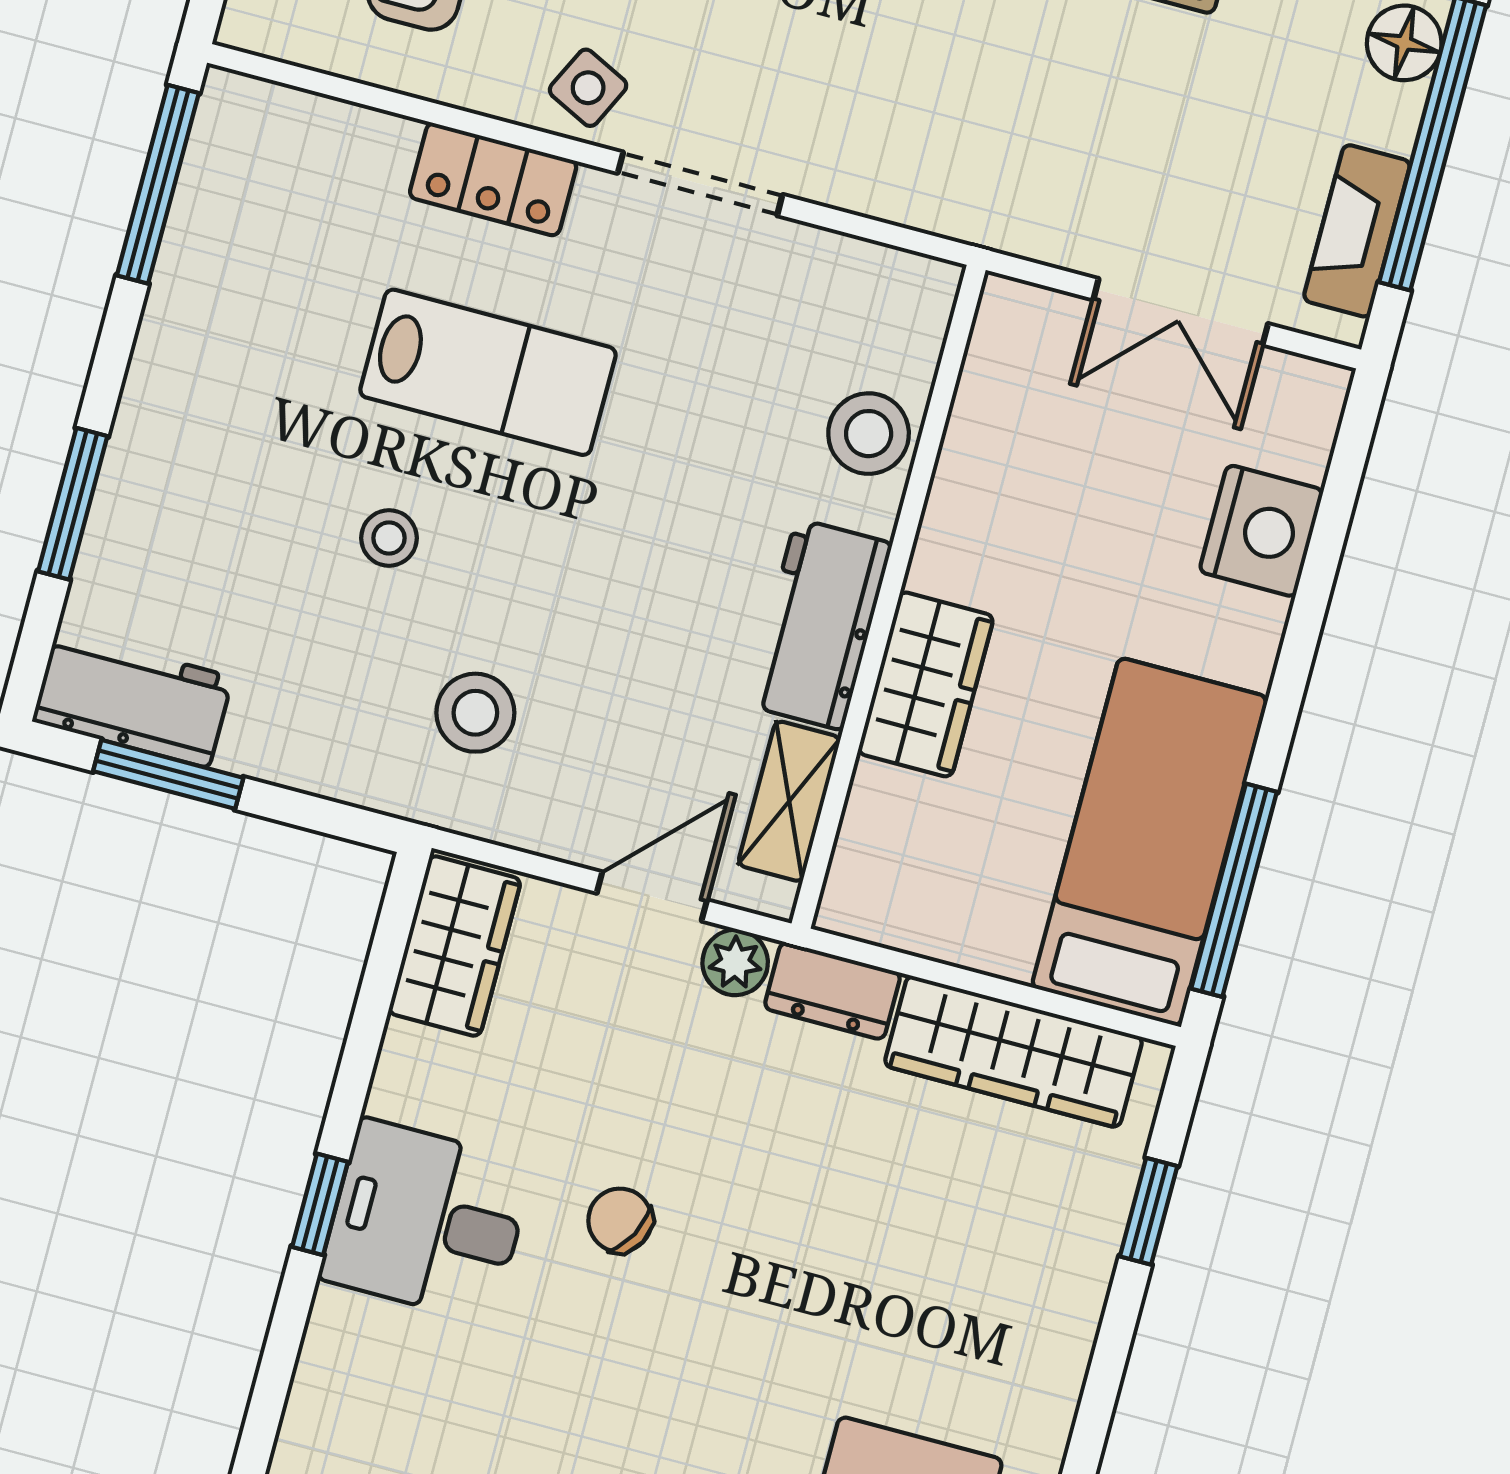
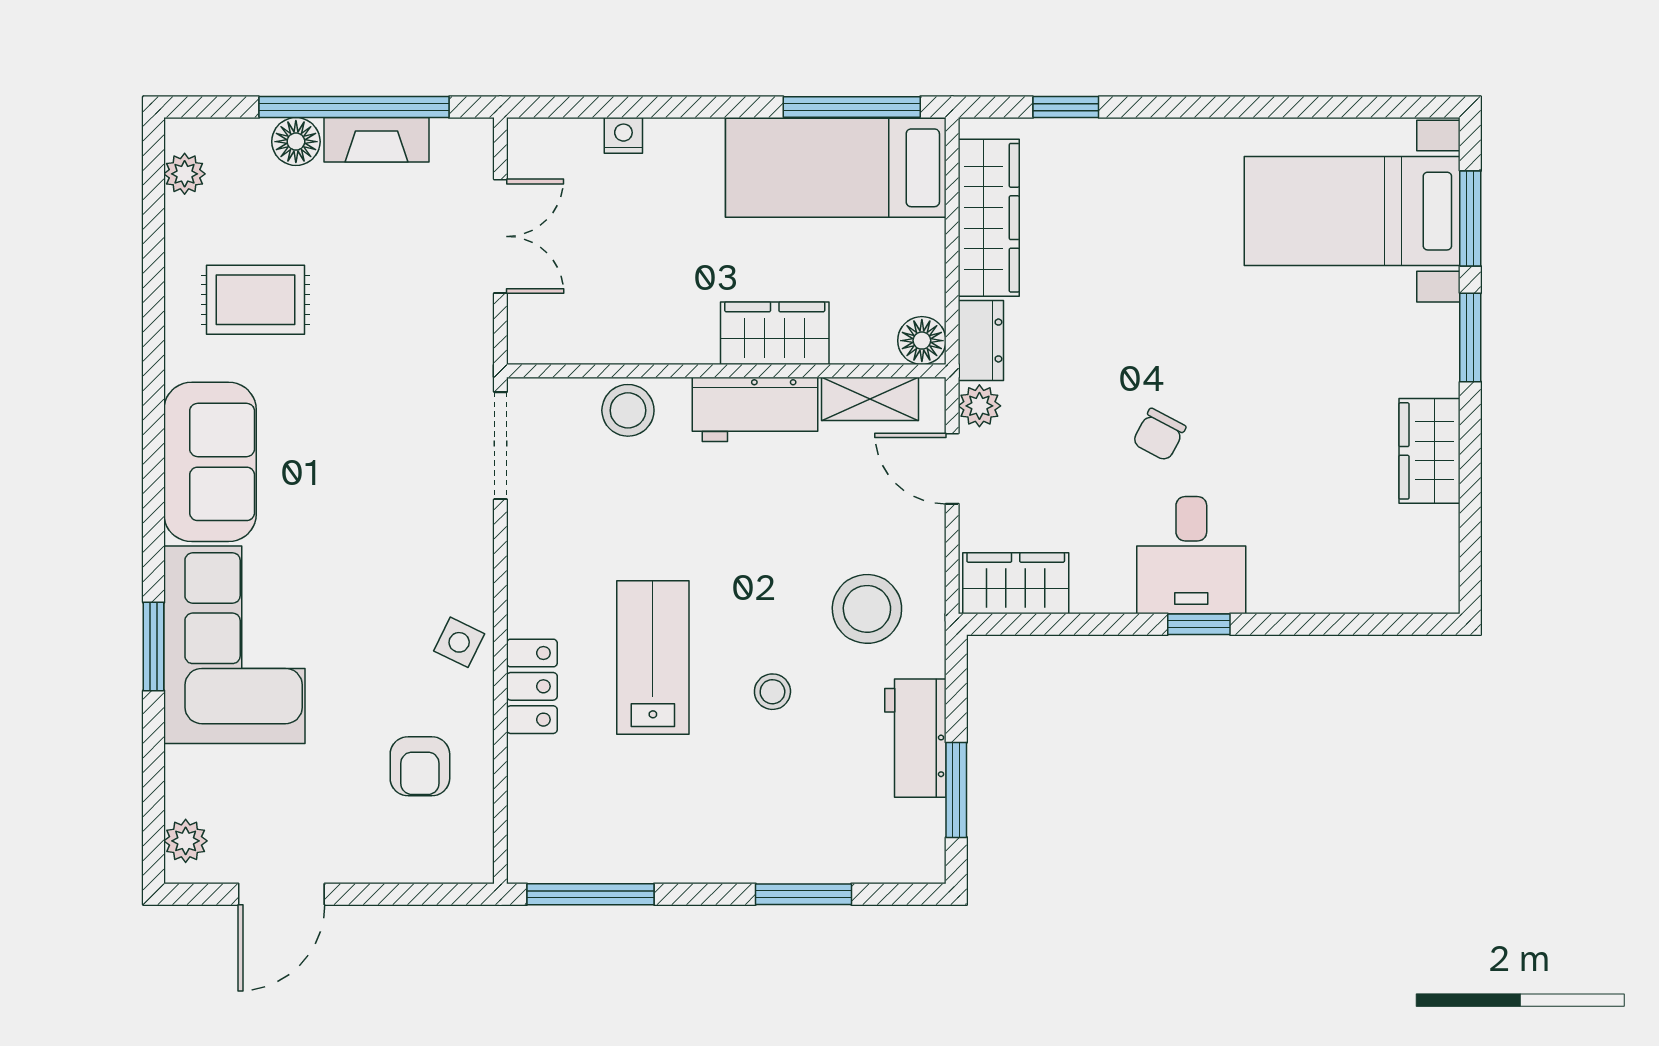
doorway: (700, 184) -> (500, 446), moved
fireplace: (1357, 231) -> (377, 140), moved
nightstand: (1261, 531) -> (623, 135), width x0.53, depth x0.56
workbench: (132, 699) -> (915, 738), moved
stool: (475, 713) -> (867, 609), width x1.38, depth x1.38
floor lamp: (856, 902) -> (922, 341), added

